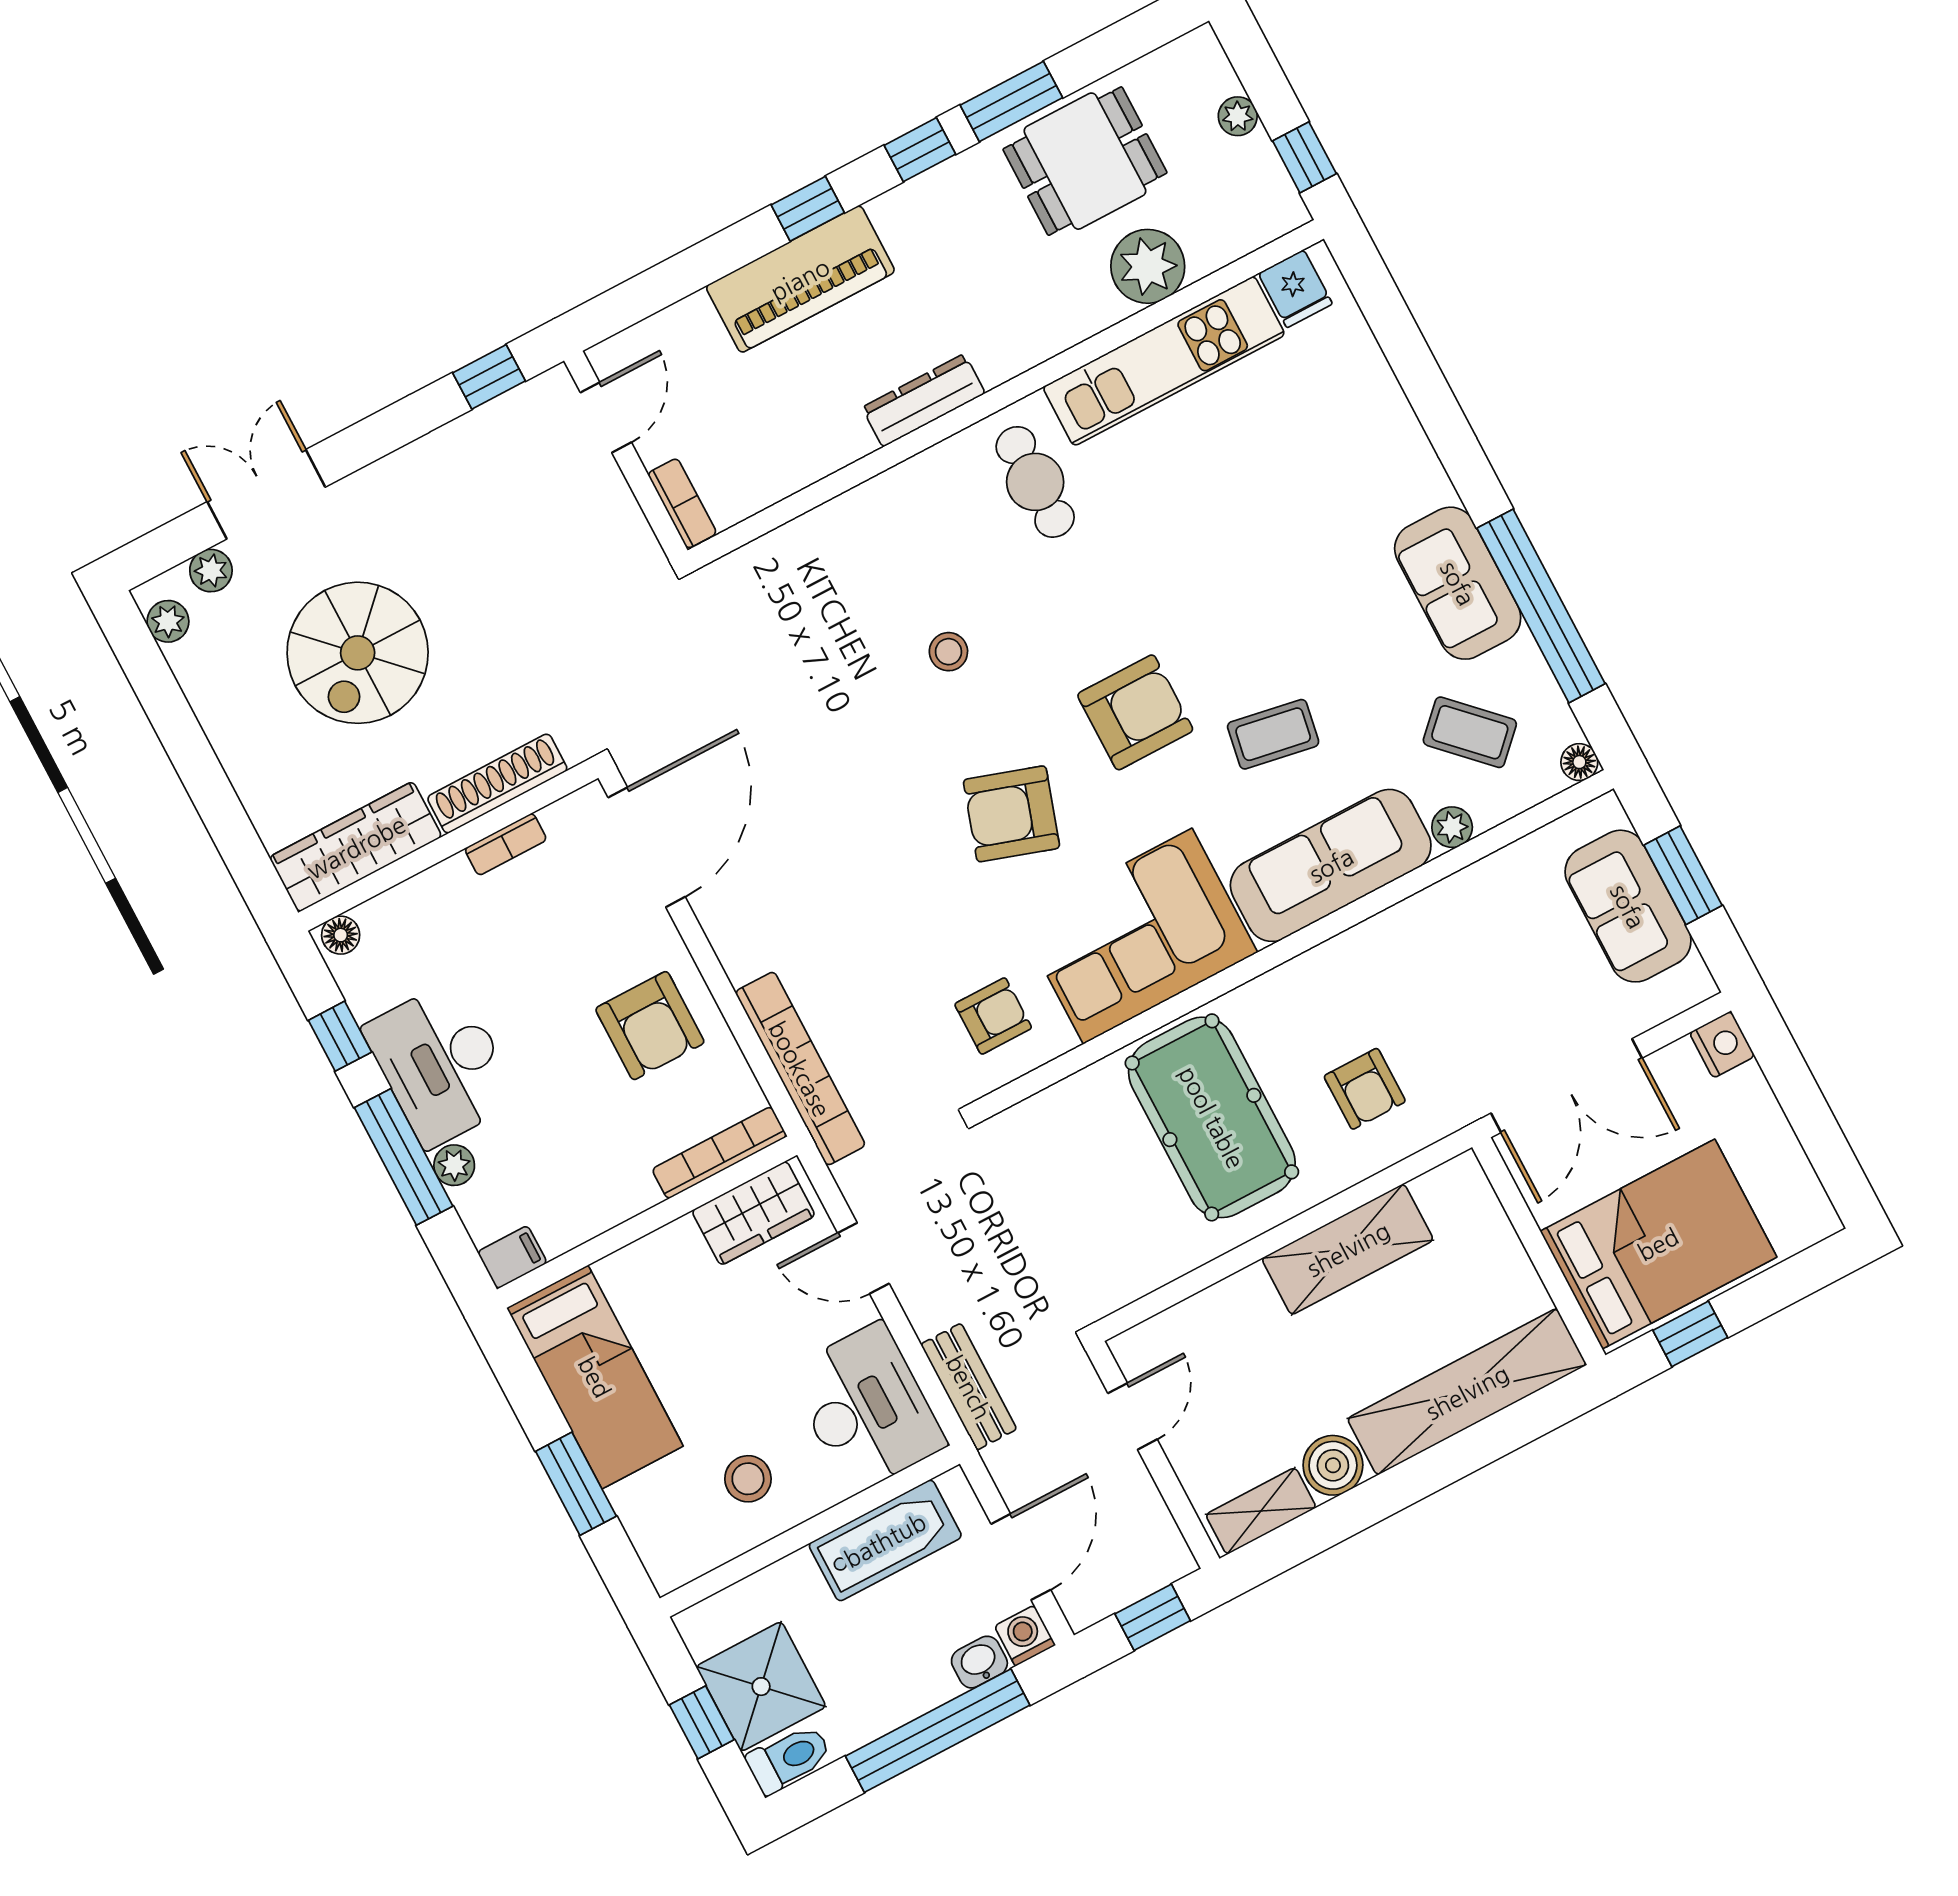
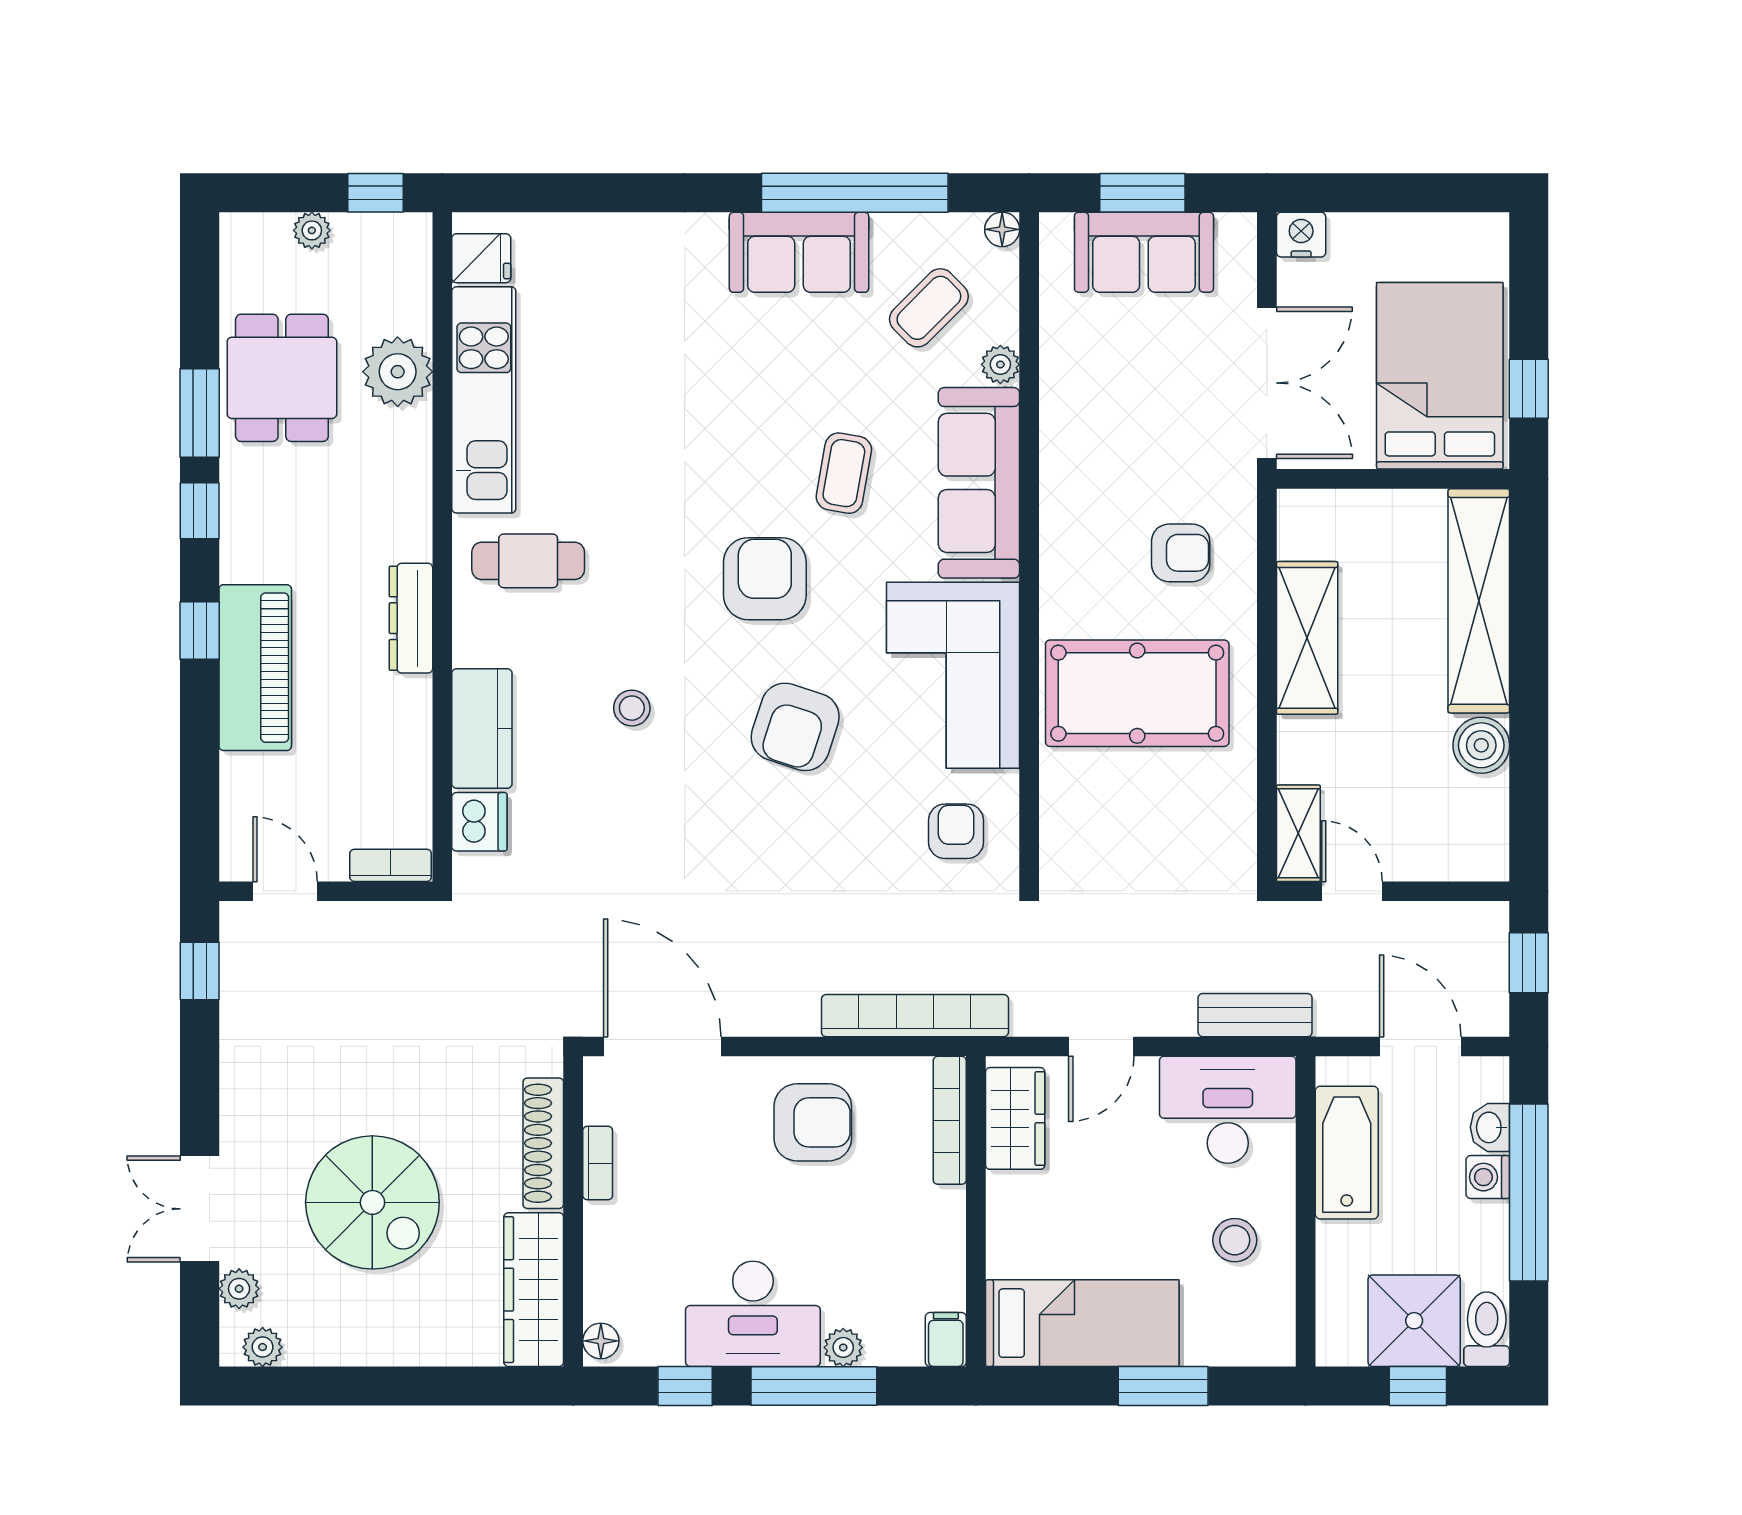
kitchen counter: (855, 521) -> (482, 729), added
dishwasher: (767, 565) -> (479, 822), added
shelving: (1261, 1511) -> (1298, 833), moved
washing machine: (1025, 1636) -> (1488, 1177), moved

